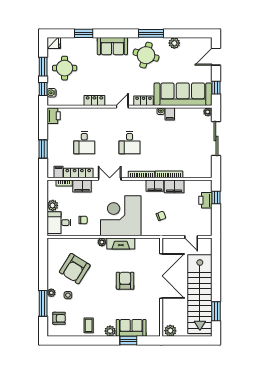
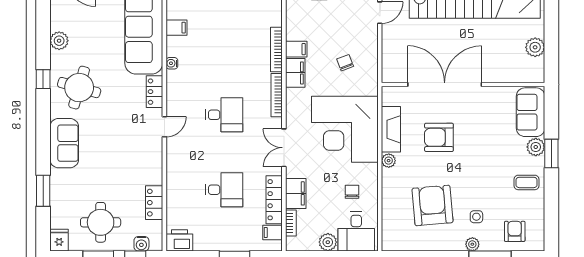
window: (151, 33) -> (43, 79), width x0.46
locker: (94, 100) -> (154, 203), moved
door: (122, 107) -> (164, 127), swing flipped
filing cabinet: (170, 114) -> (176, 28), moved
filing cabinet: (174, 186) -> (296, 49), width x0.50
armchair: (75, 269) -> (432, 205), turned -127
double door: (161, 276) -> (445, 84), moved
armchair: (125, 281) -> (439, 137), moved
wall: (161, 287) -> (463, 84), moved
window: (128, 341) -> (551, 154), moved

